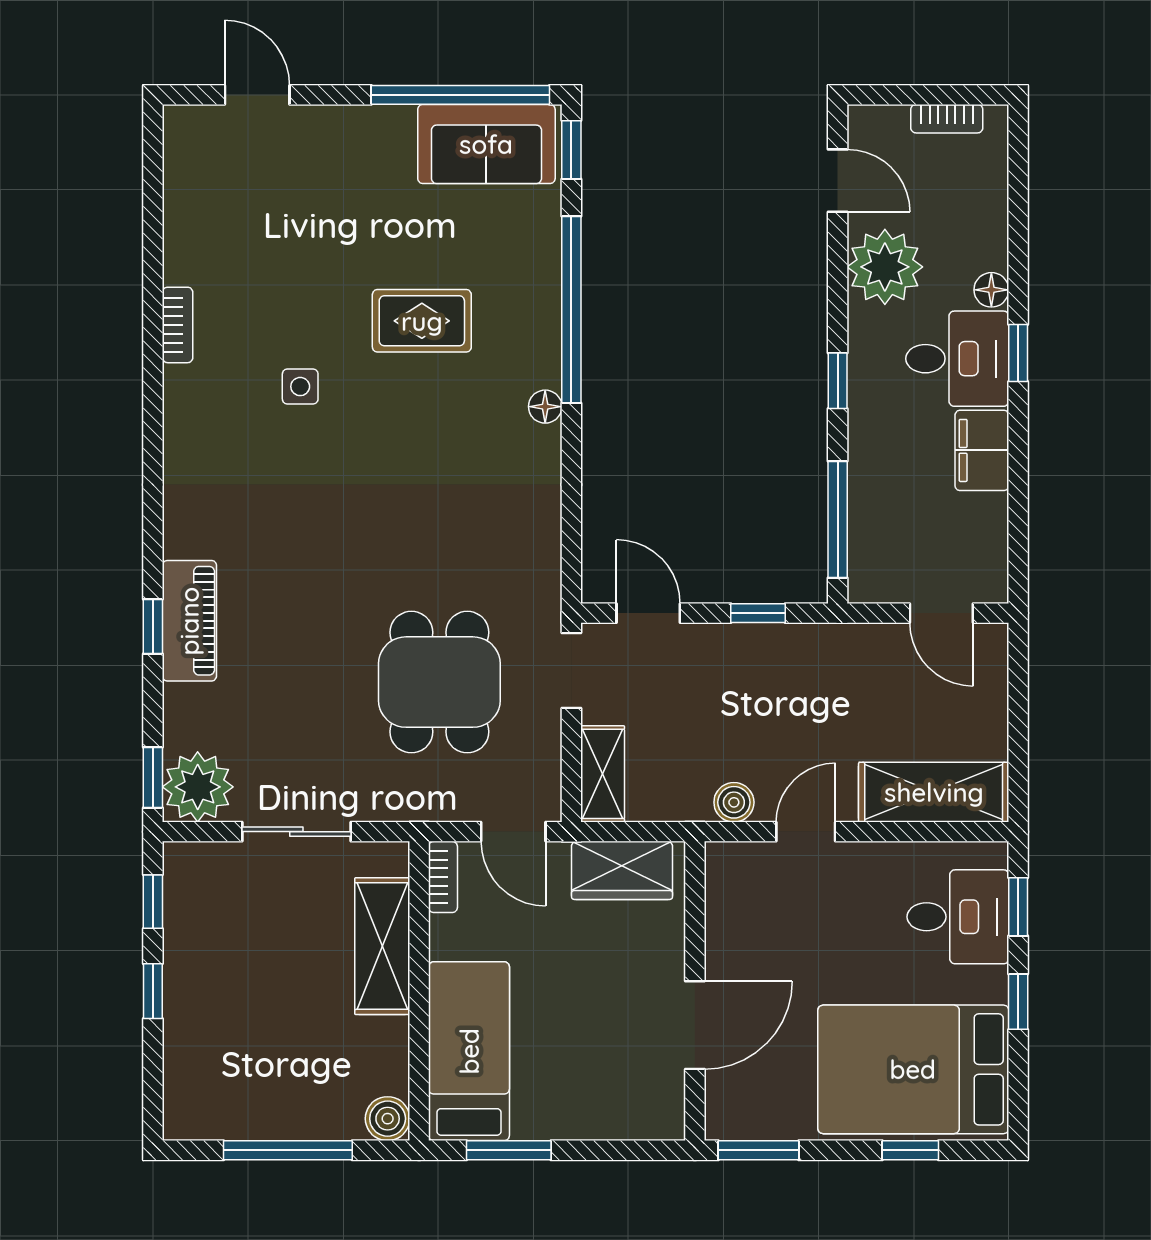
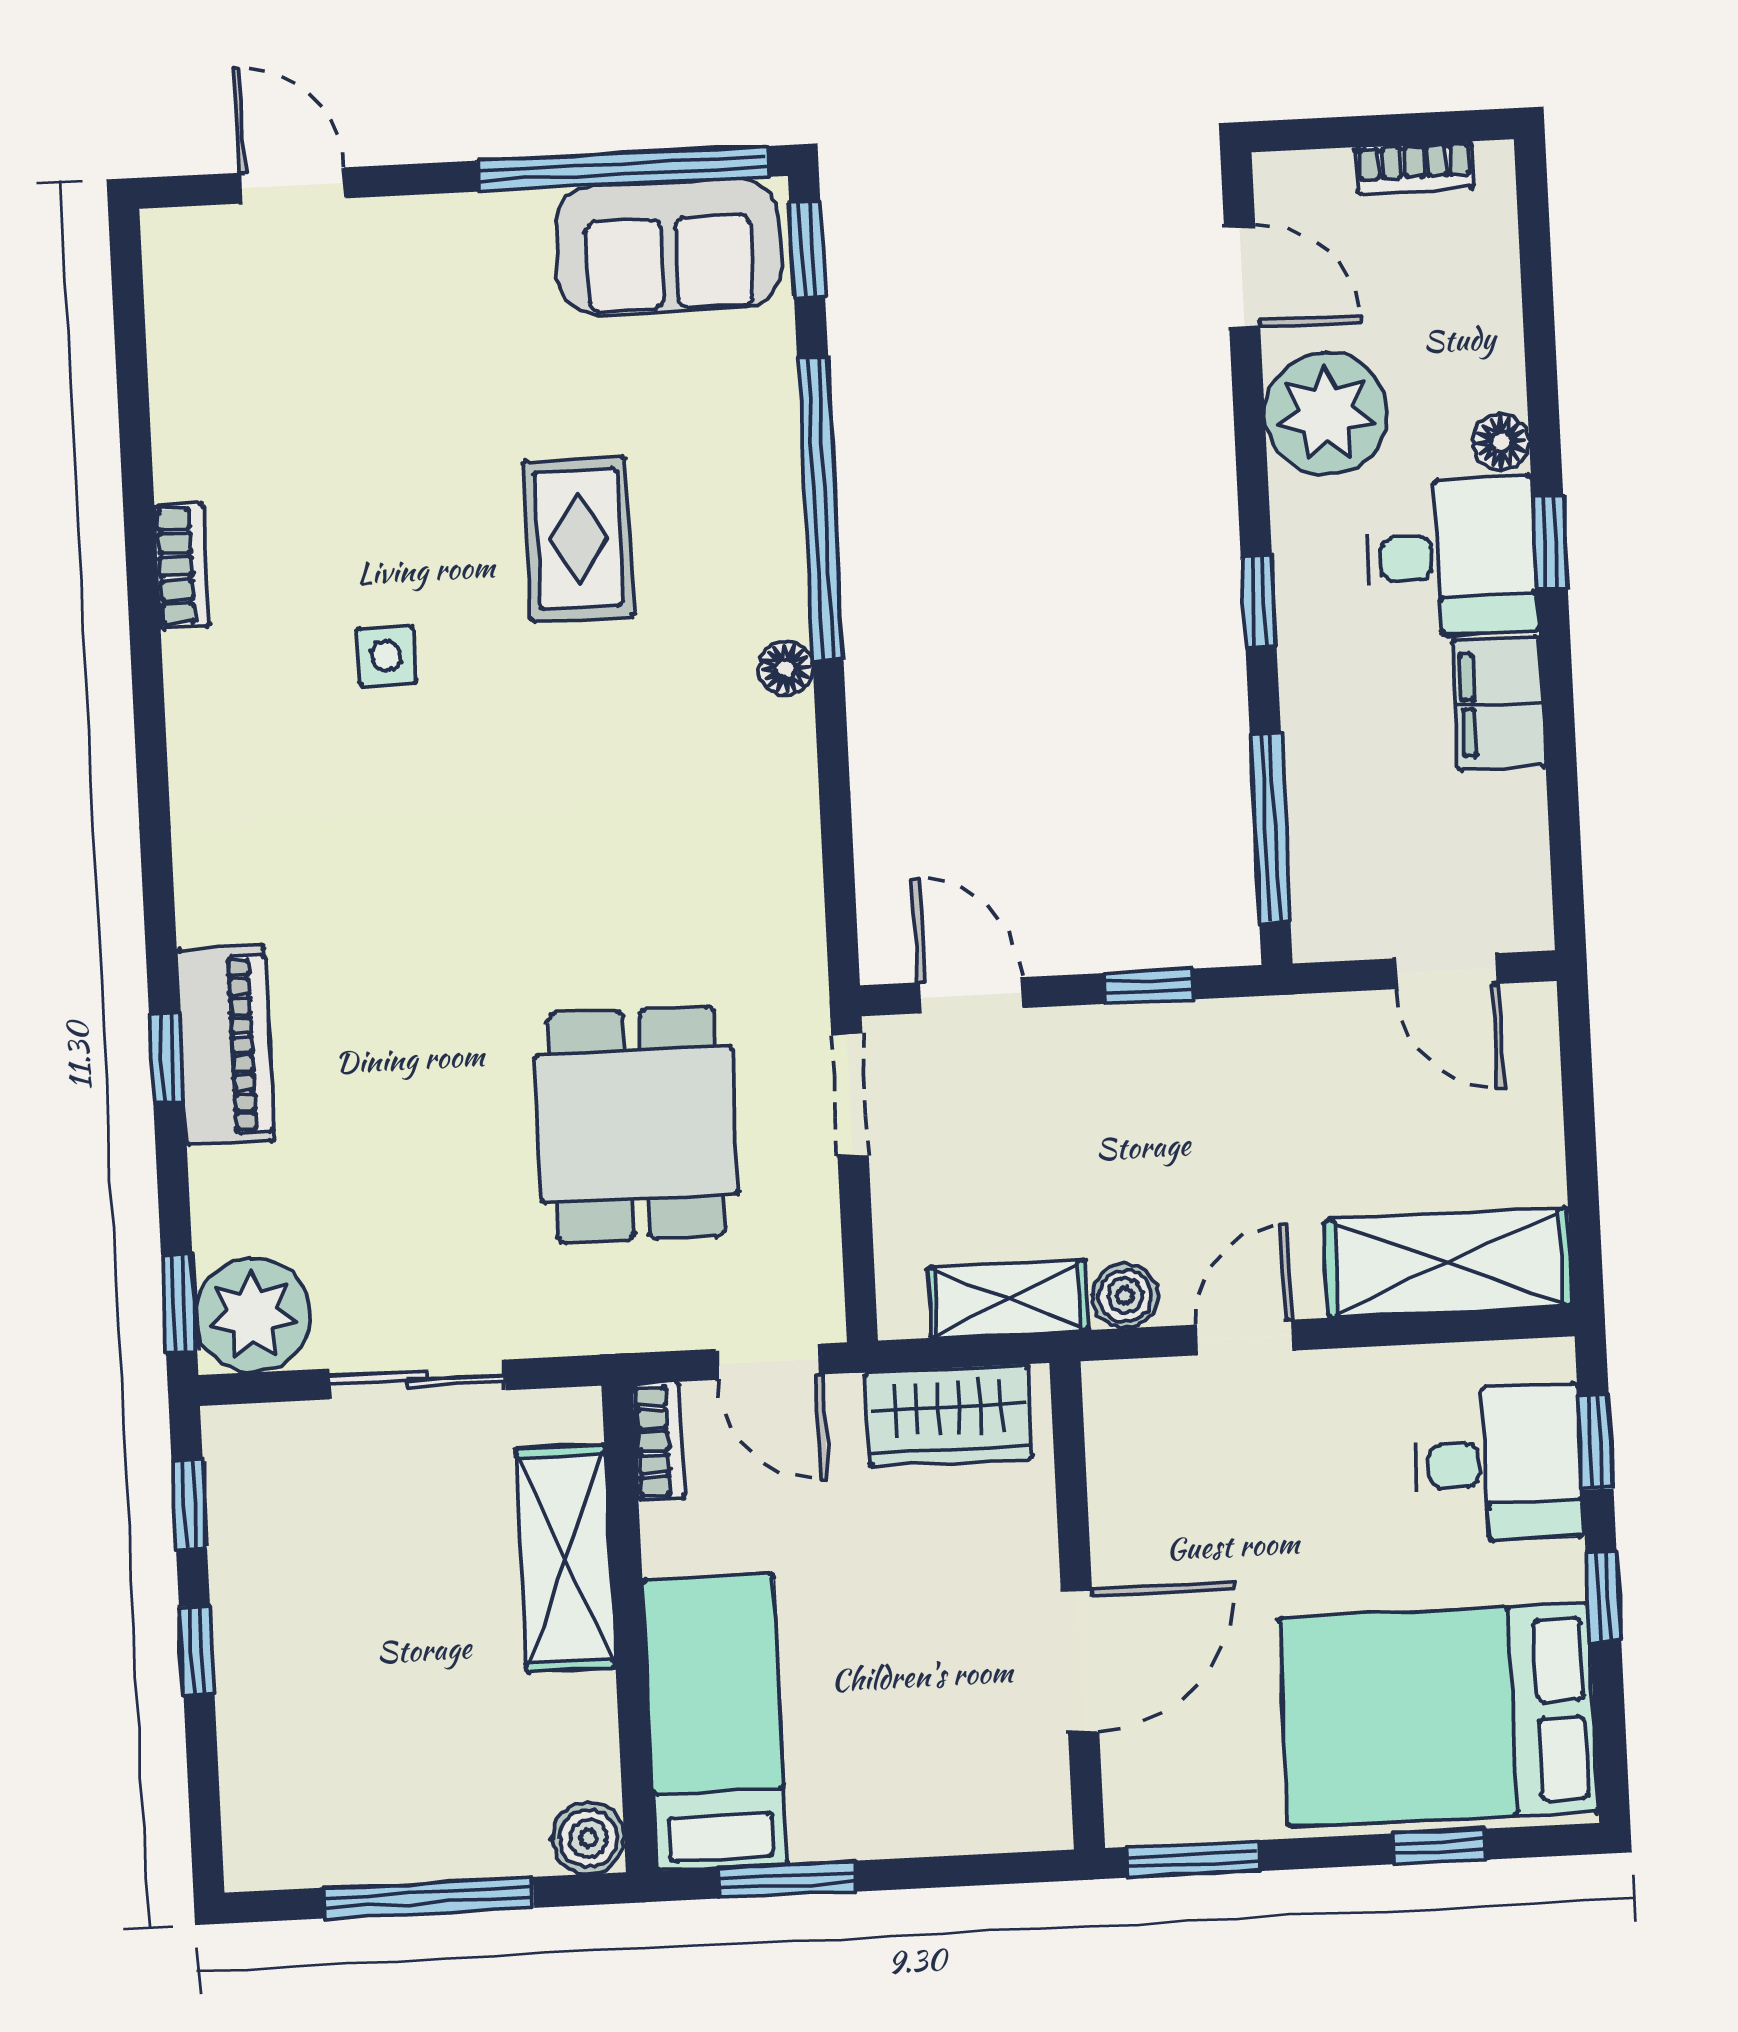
rug: (422, 321) -> (578, 539), turned 90
shelving: (603, 774) -> (1008, 1299), moved, turned 90

